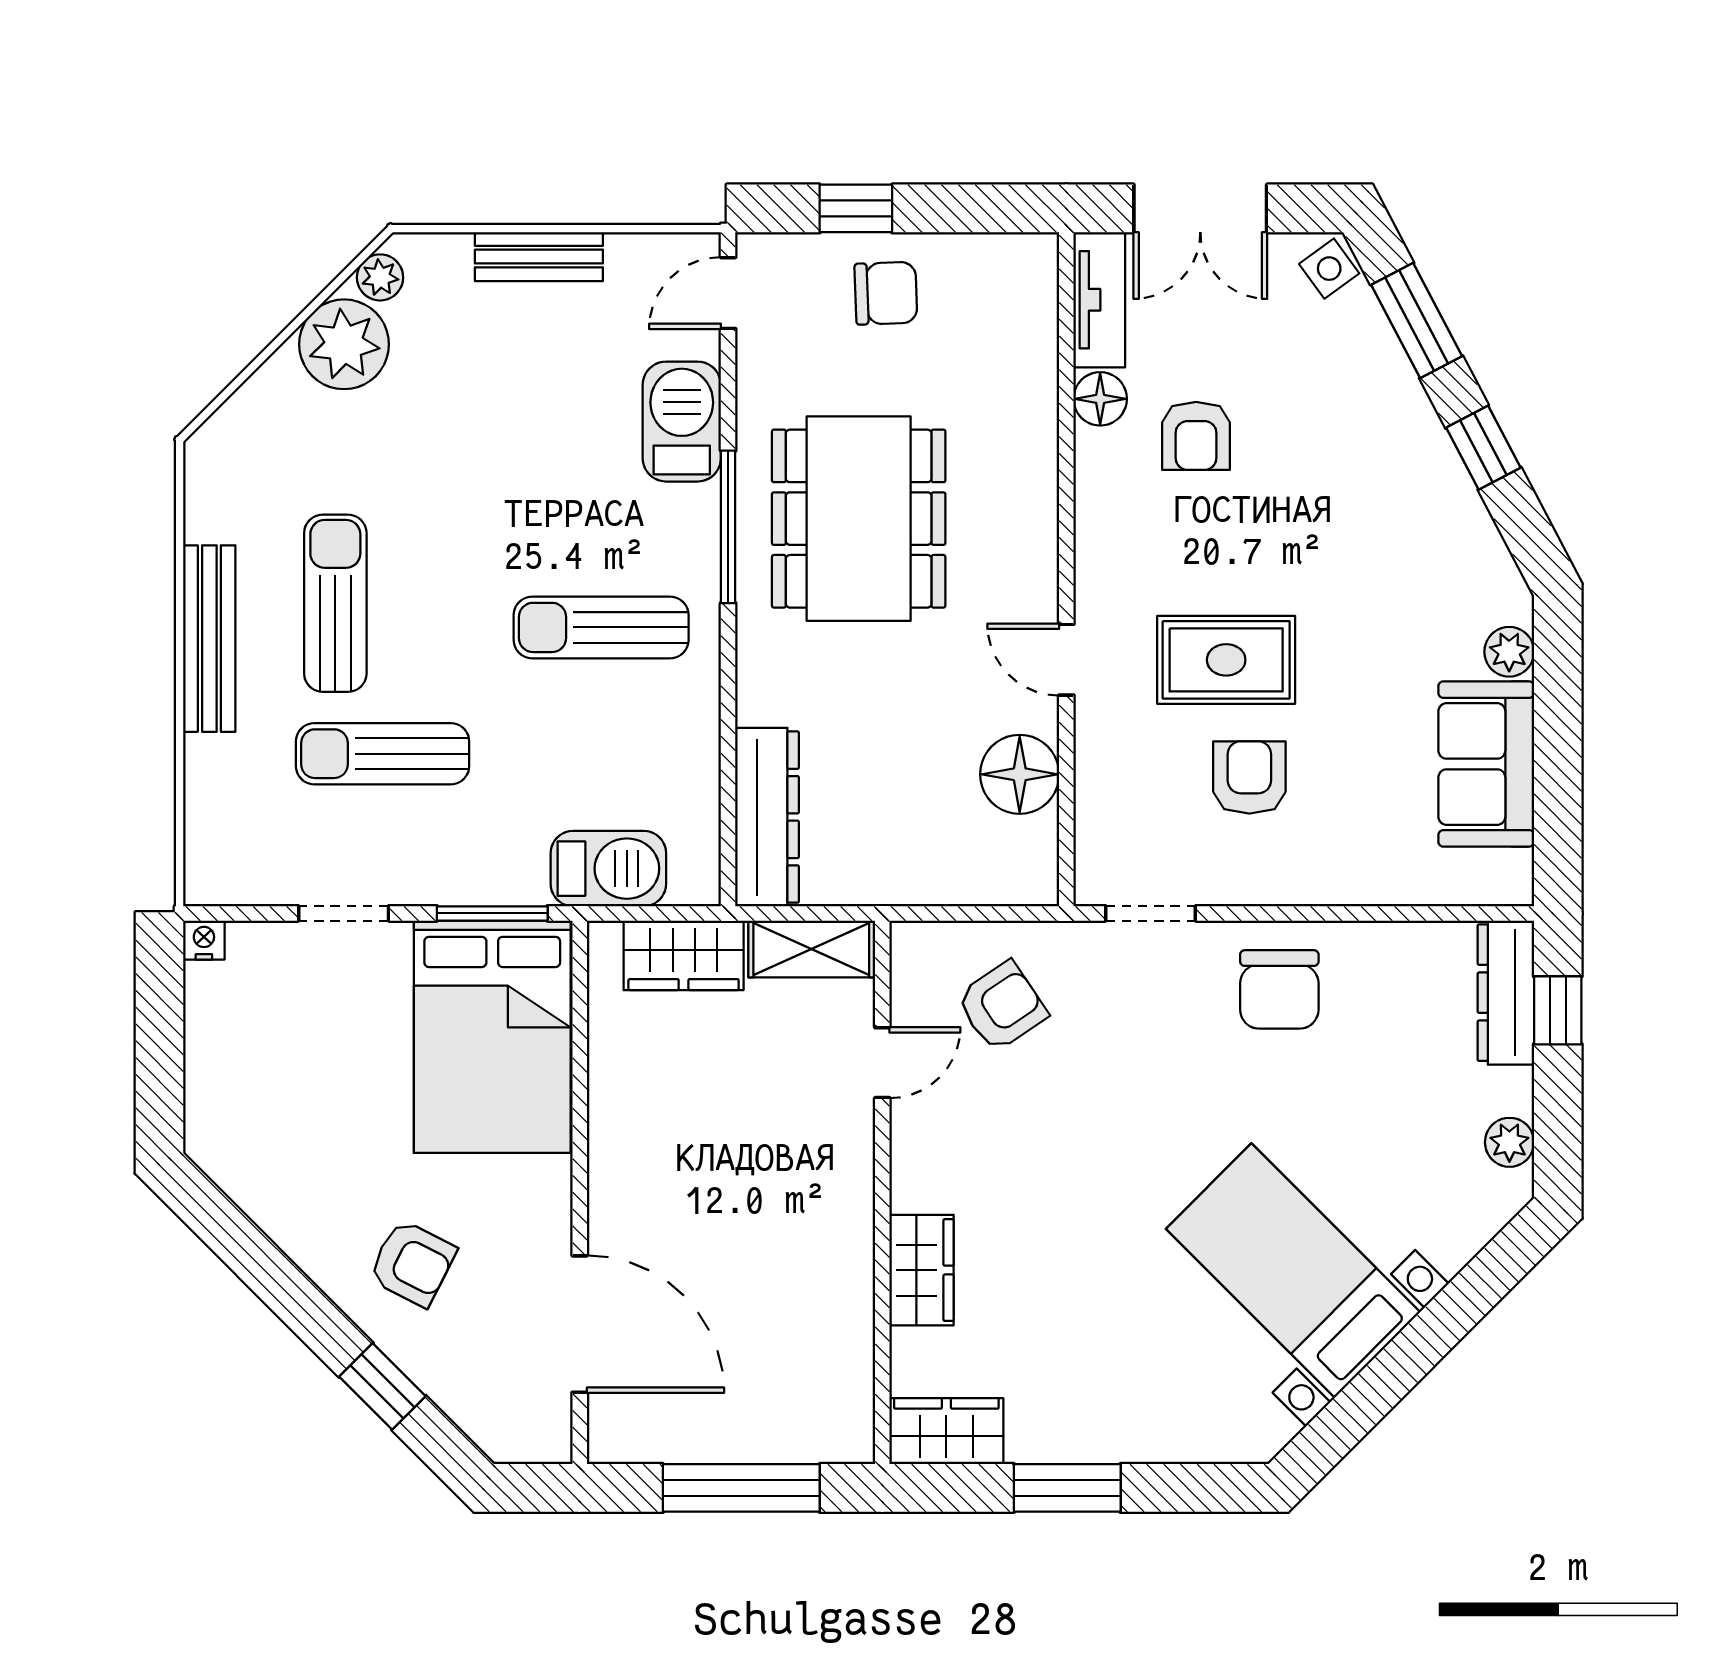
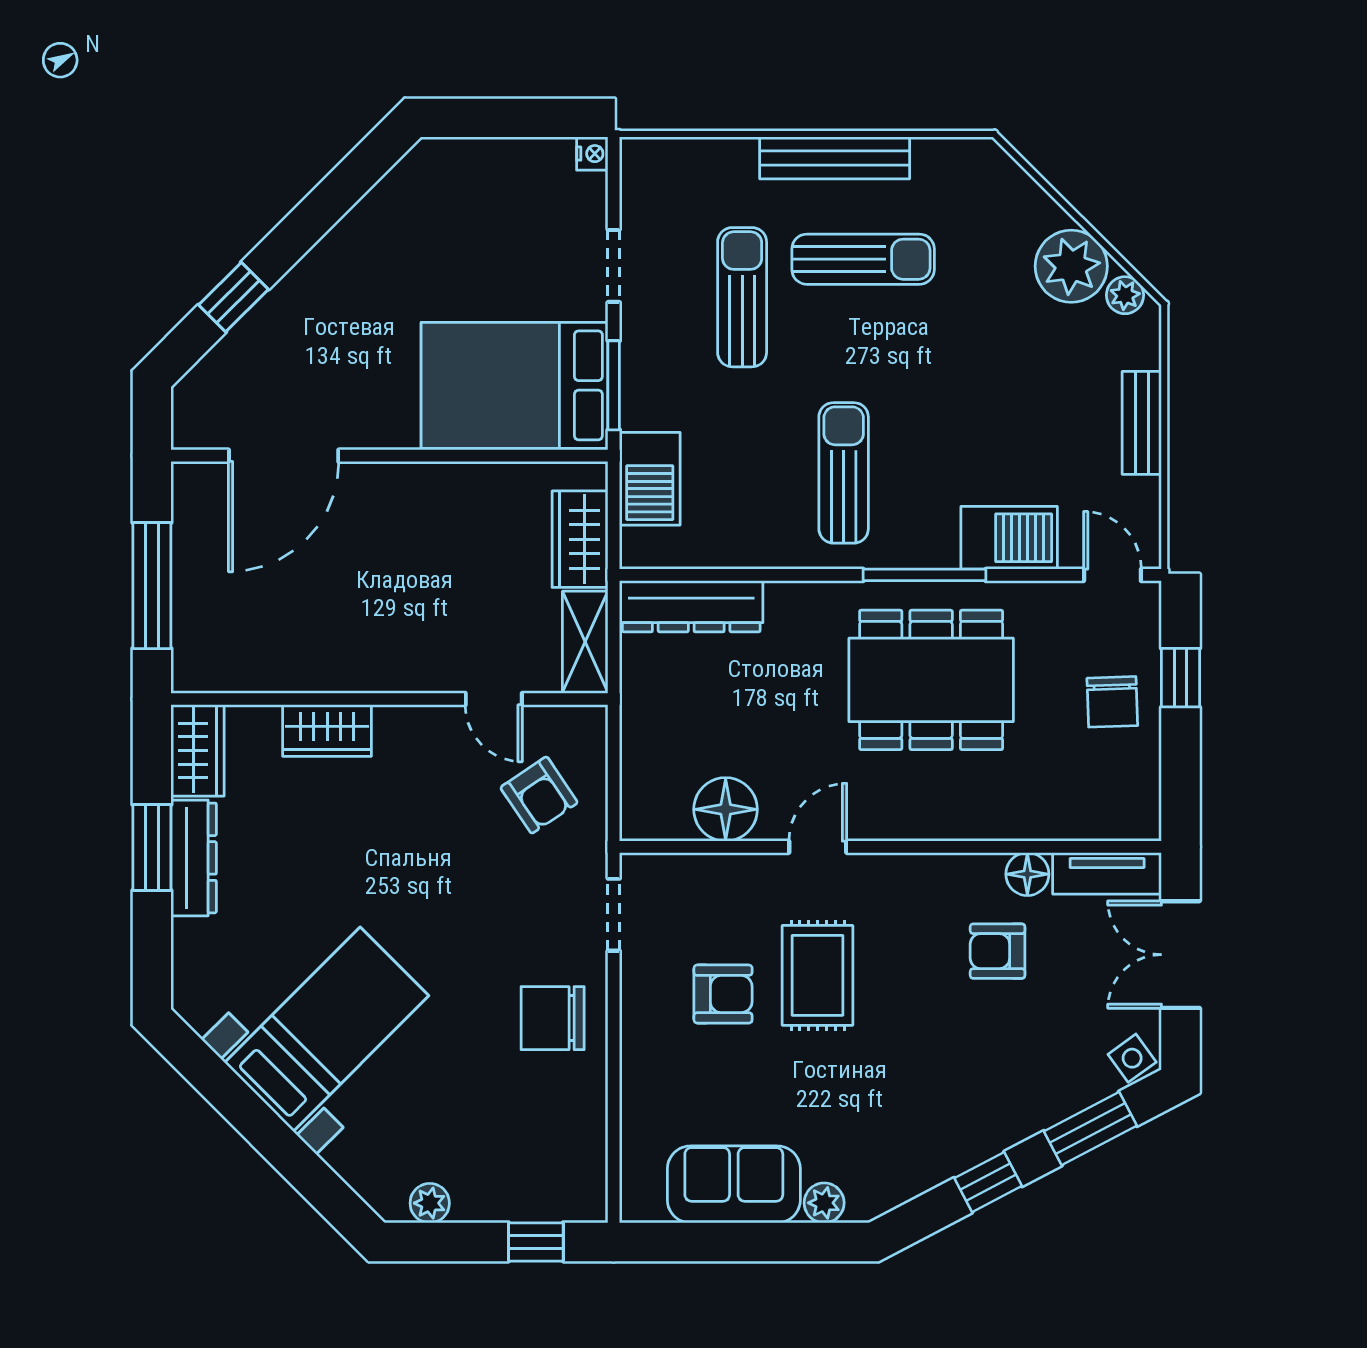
dresser: (1506, 993) -> (194, 858), moved, turned 90
armchair: (412, 1263) -> (333, 321), removed

